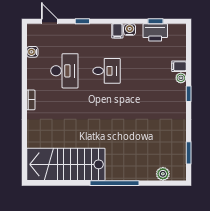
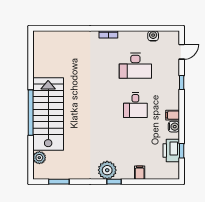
plant: (181, 78) -> (107, 170), moved, width x1.88, depth x1.88
stairs: (66, 164) -> (48, 114), moved

